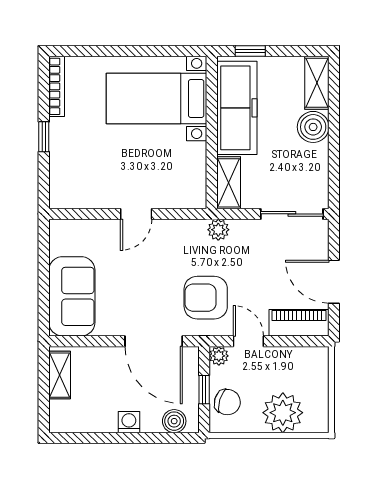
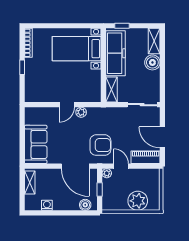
plant: (218, 230) -> (81, 112), moved
armchair: (206, 298) -> (100, 145), turned 180
chair: (227, 402) -> (111, 196), removed
washing machine: (129, 422) -> (47, 205), moved

